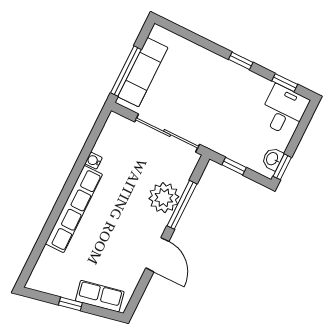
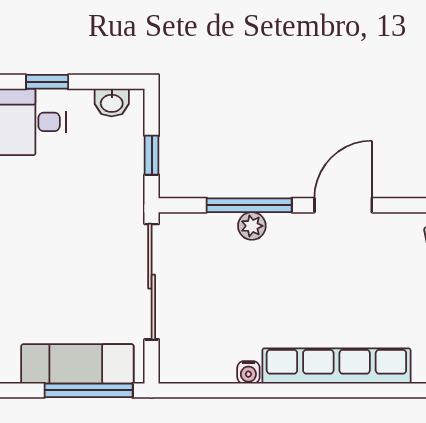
window: (282, 167) -> (47, 82), moved
plant: (164, 198) -> (252, 226), width x0.53, depth x0.53

